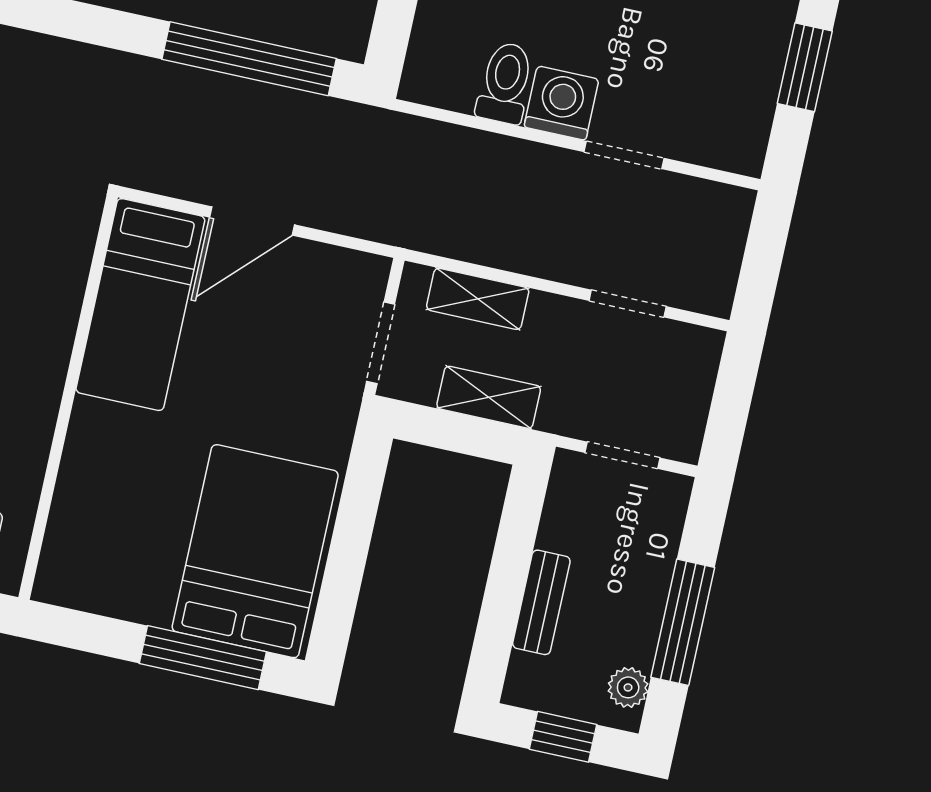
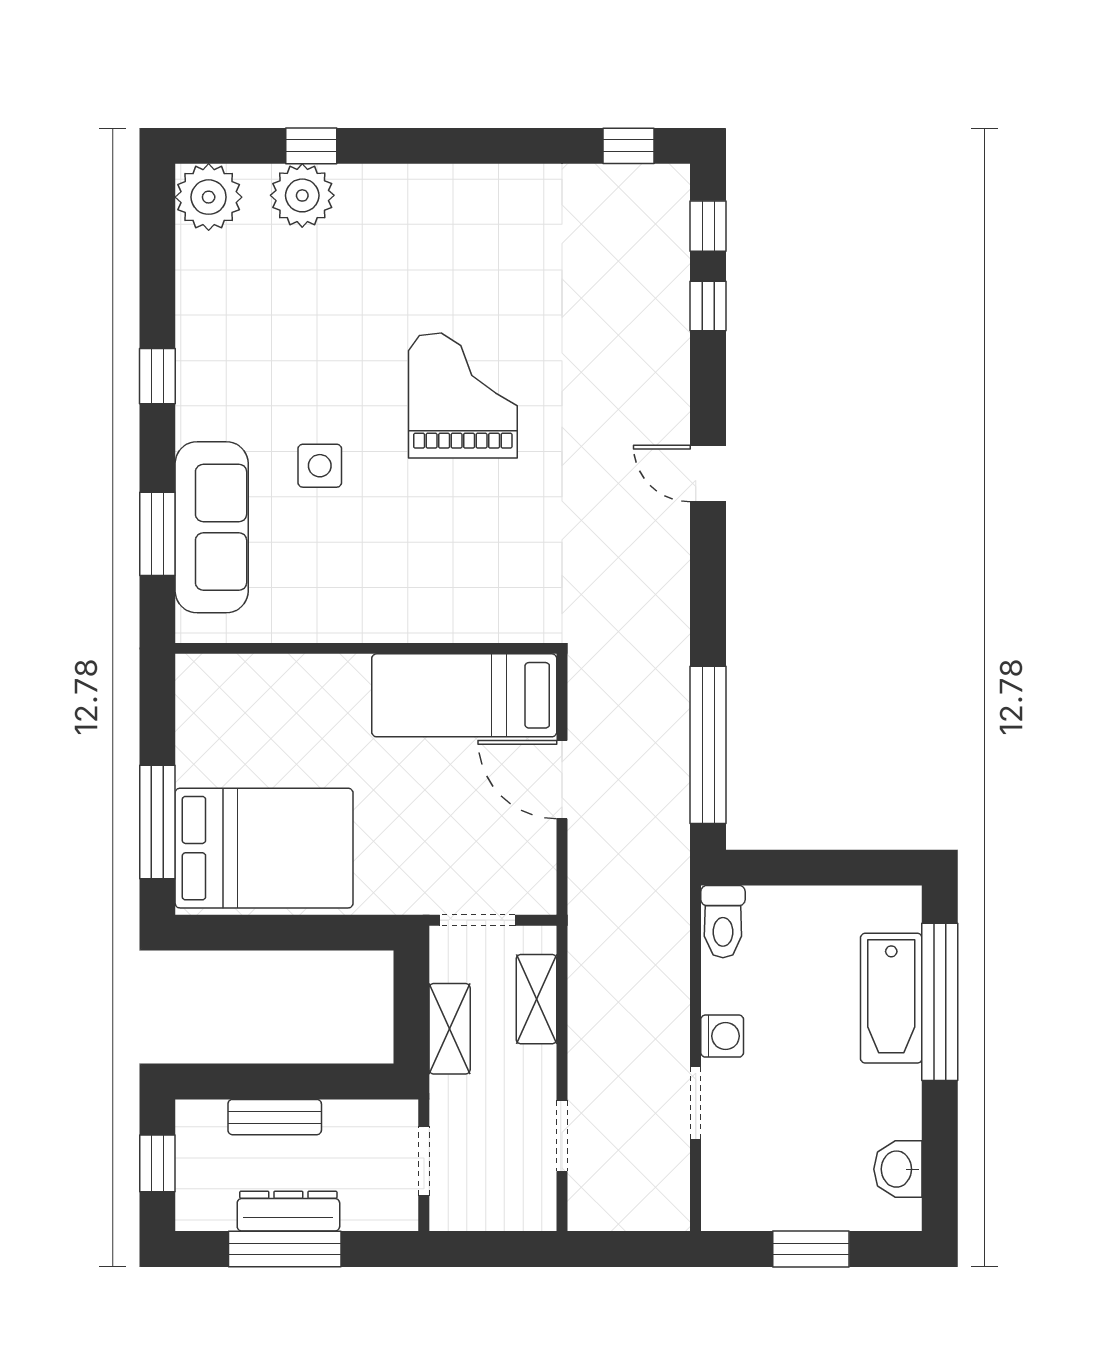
toilet: (505, 83) -> (723, 922), moved, turned 90
washing machine: (561, 103) -> (722, 1036), width x0.73, depth x0.73
dresser: (644, 610) -> (288, 1211), added
plant: (628, 687) -> (215, 1212), removed

